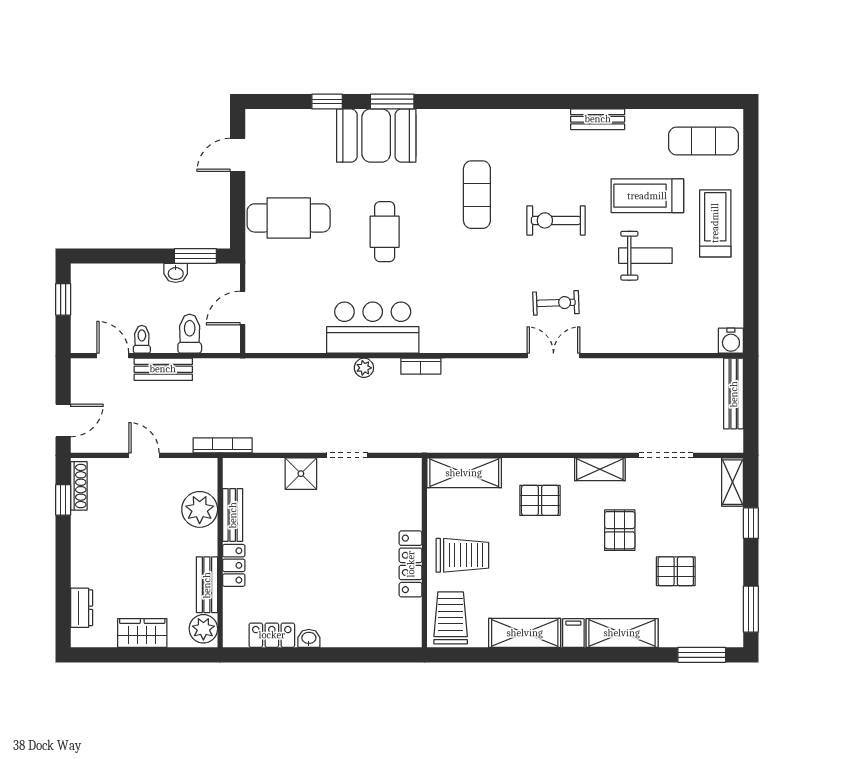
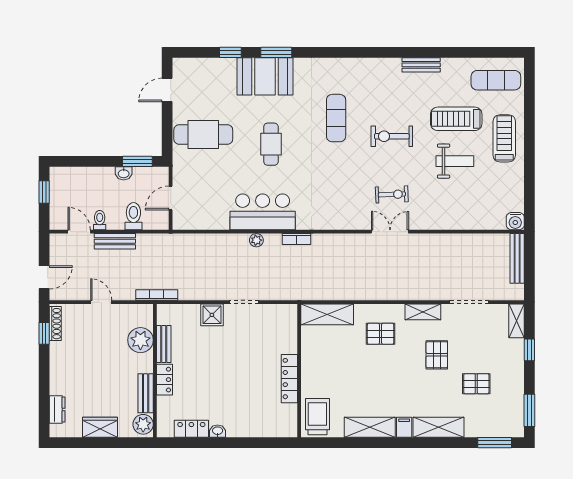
trolley: (462, 555) -> (326, 372), removed

